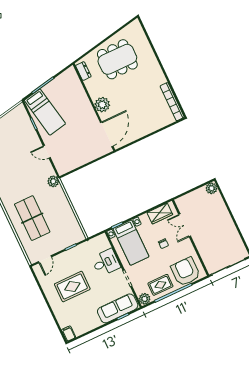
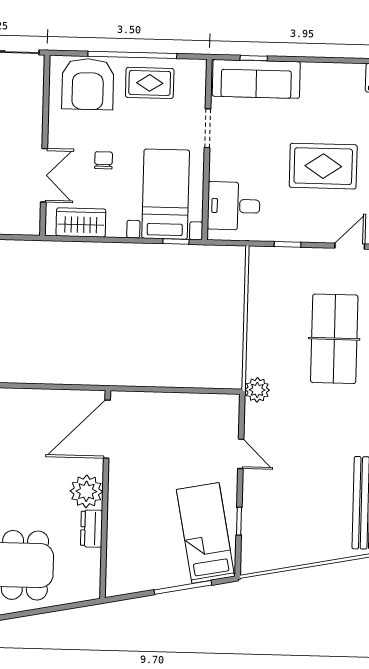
dresser: (83, 71) -> (92, 529), moved
desk: (106, 263) -> (234, 206), moved
plant: (145, 299) -> (194, 71), removed

